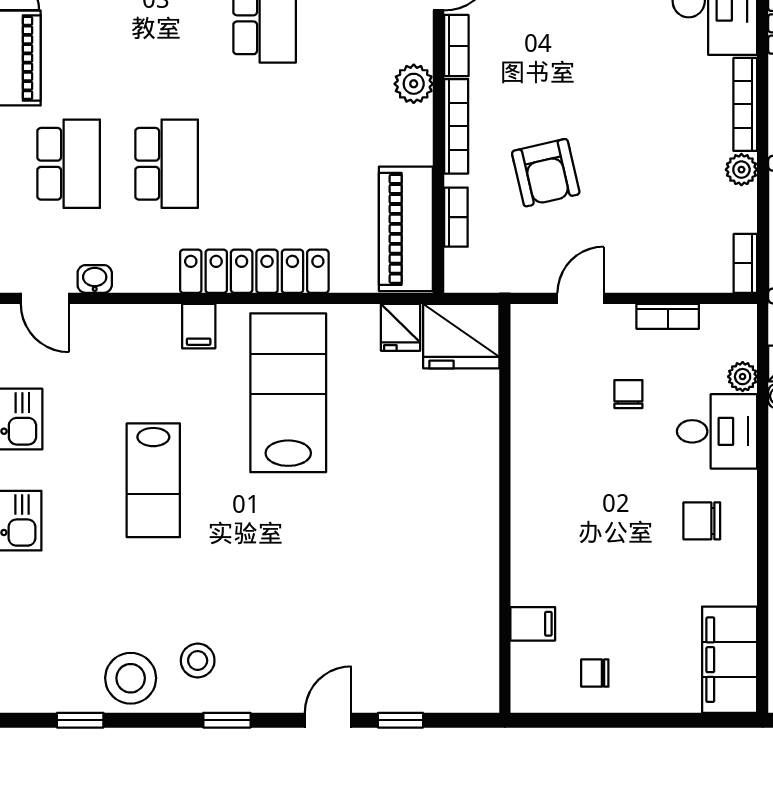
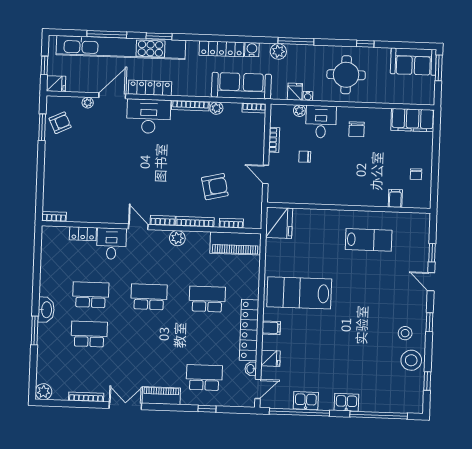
school desk: (167, 164) -> (207, 299), moved
locker: (254, 271) -> (249, 330), moved
fridge: (401, 327) -> (271, 358), moved
lab bench: (153, 480) -> (369, 240), moved

